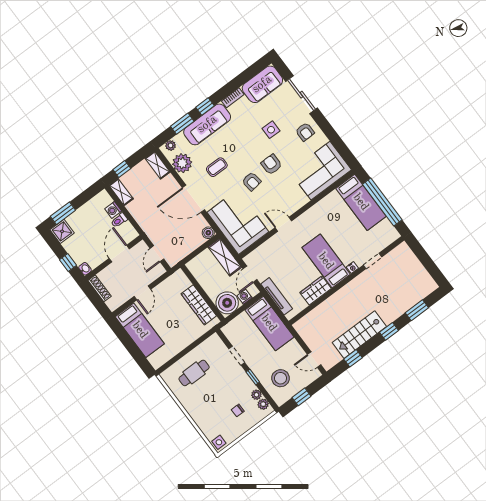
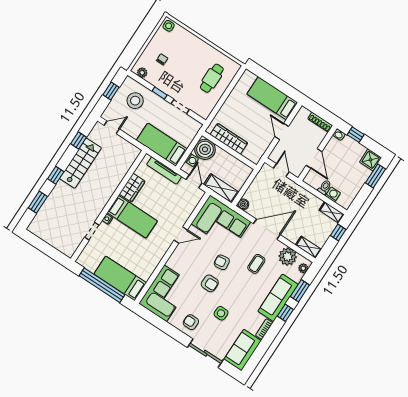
plant: (256, 395) -> (151, 79), removed

